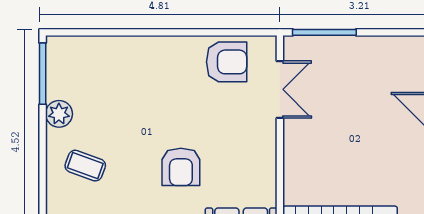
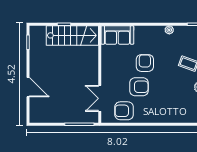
armchair: (194, 115) -> (139, 87), added

